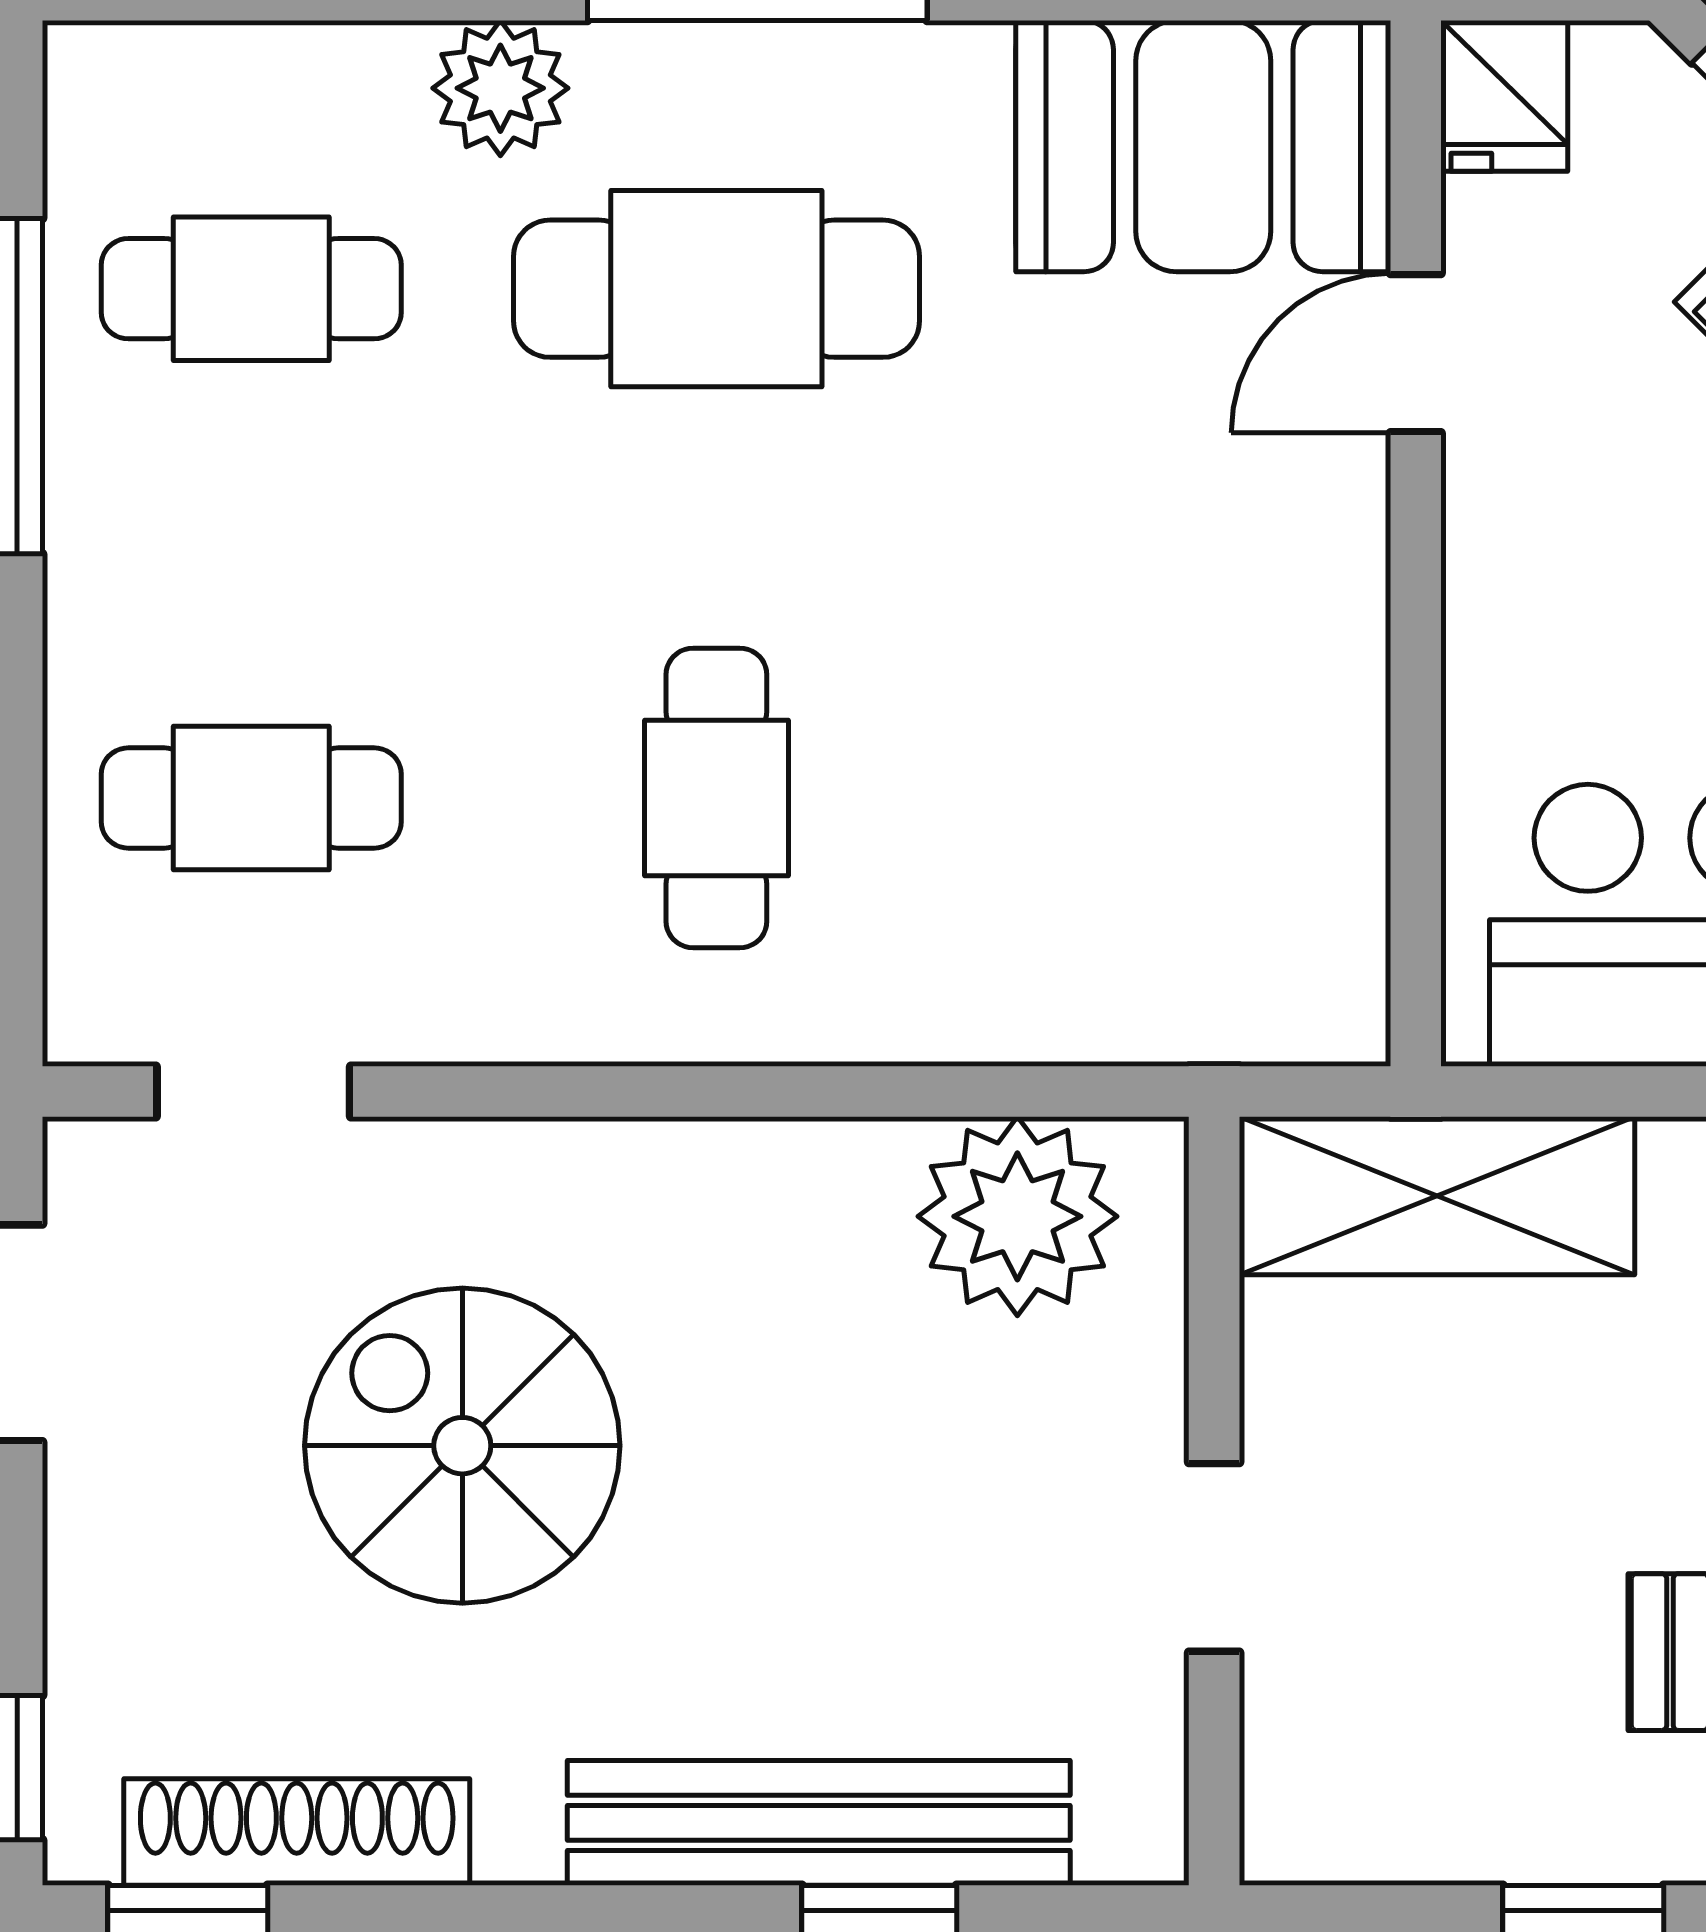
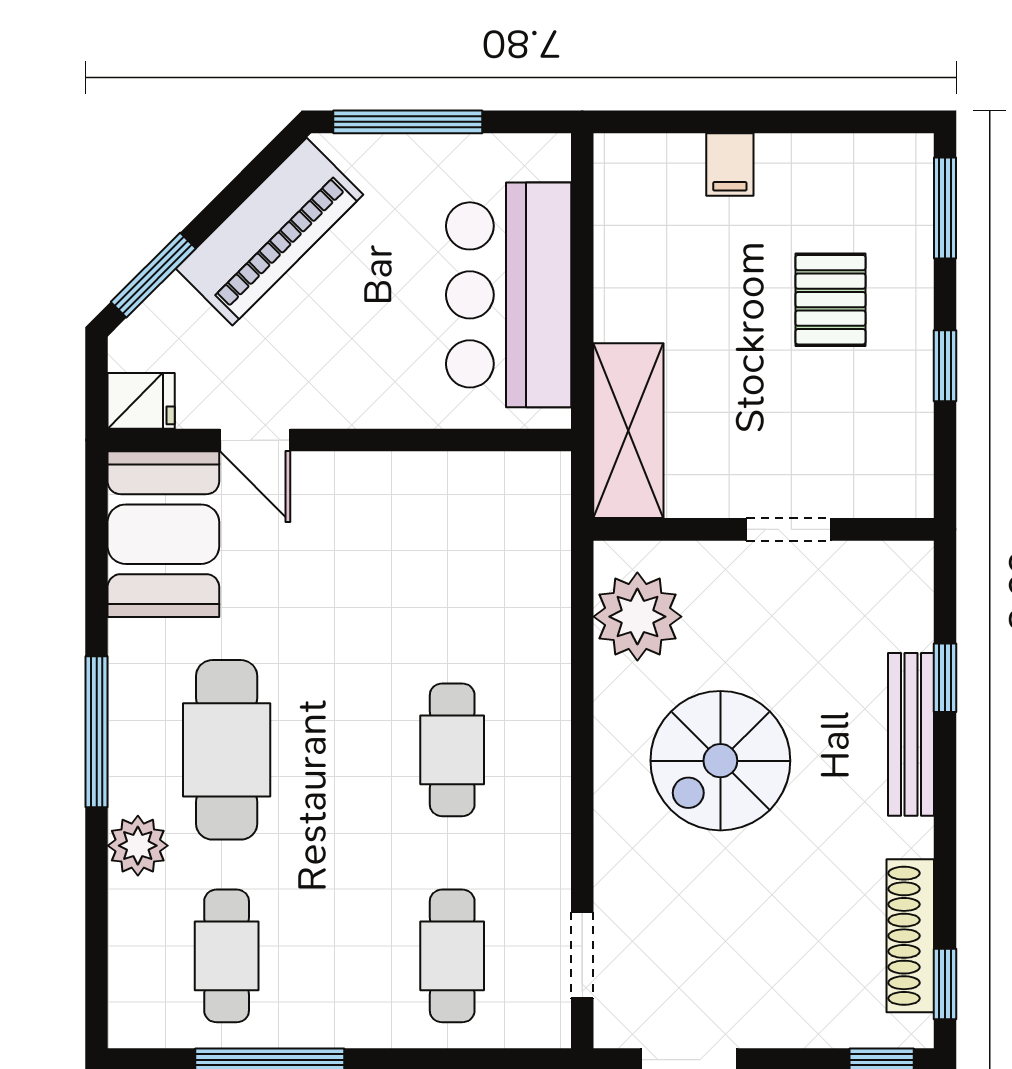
cafe table: (716, 798) -> (452, 750), turned 90
spiral stairs: (462, 1446) -> (720, 761), moved
bench: (819, 1823) -> (911, 734), width x0.73, depth x0.82

